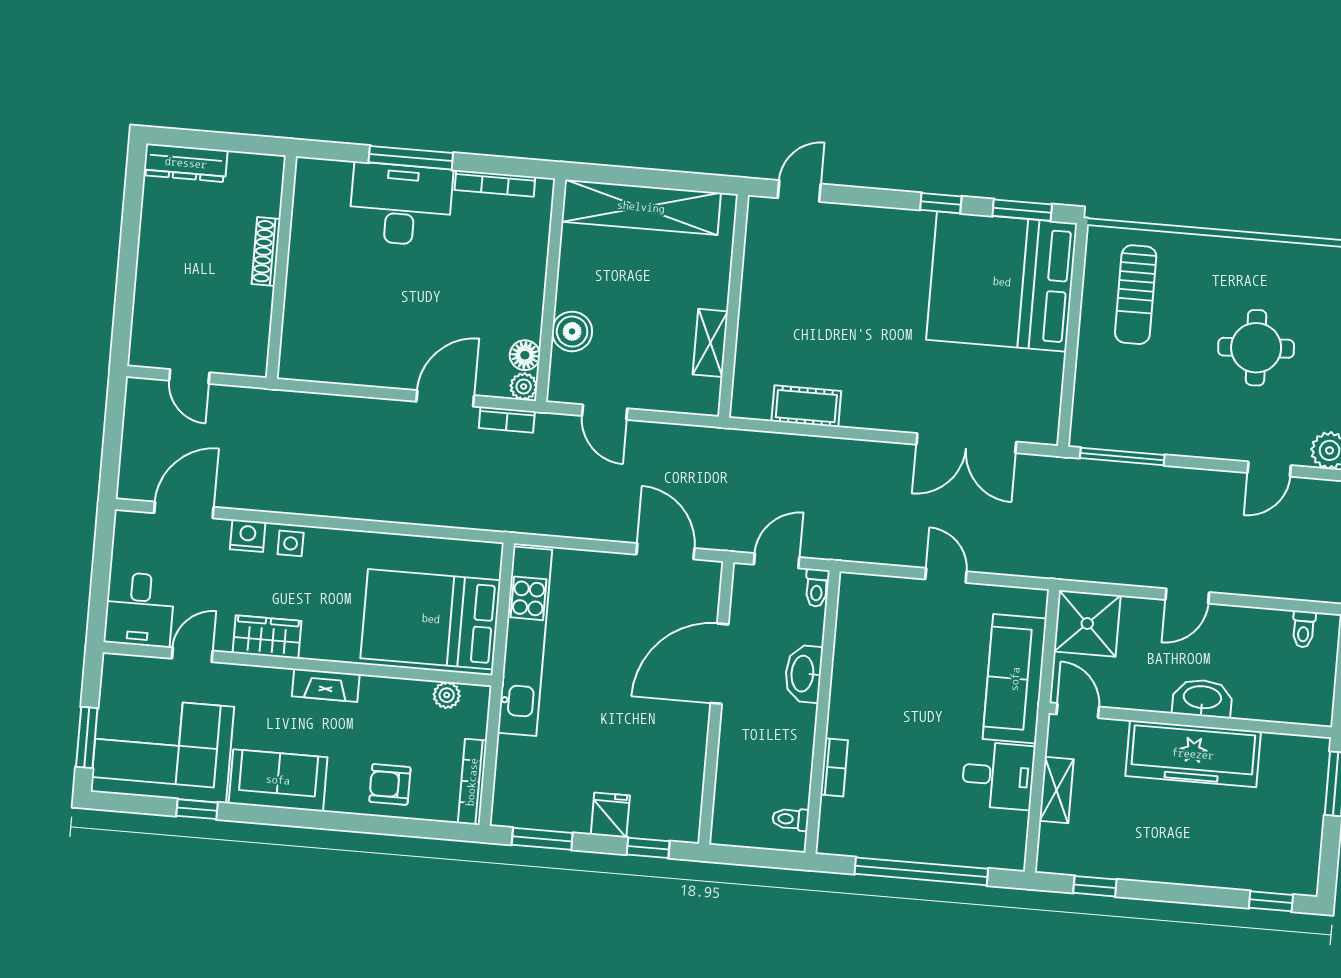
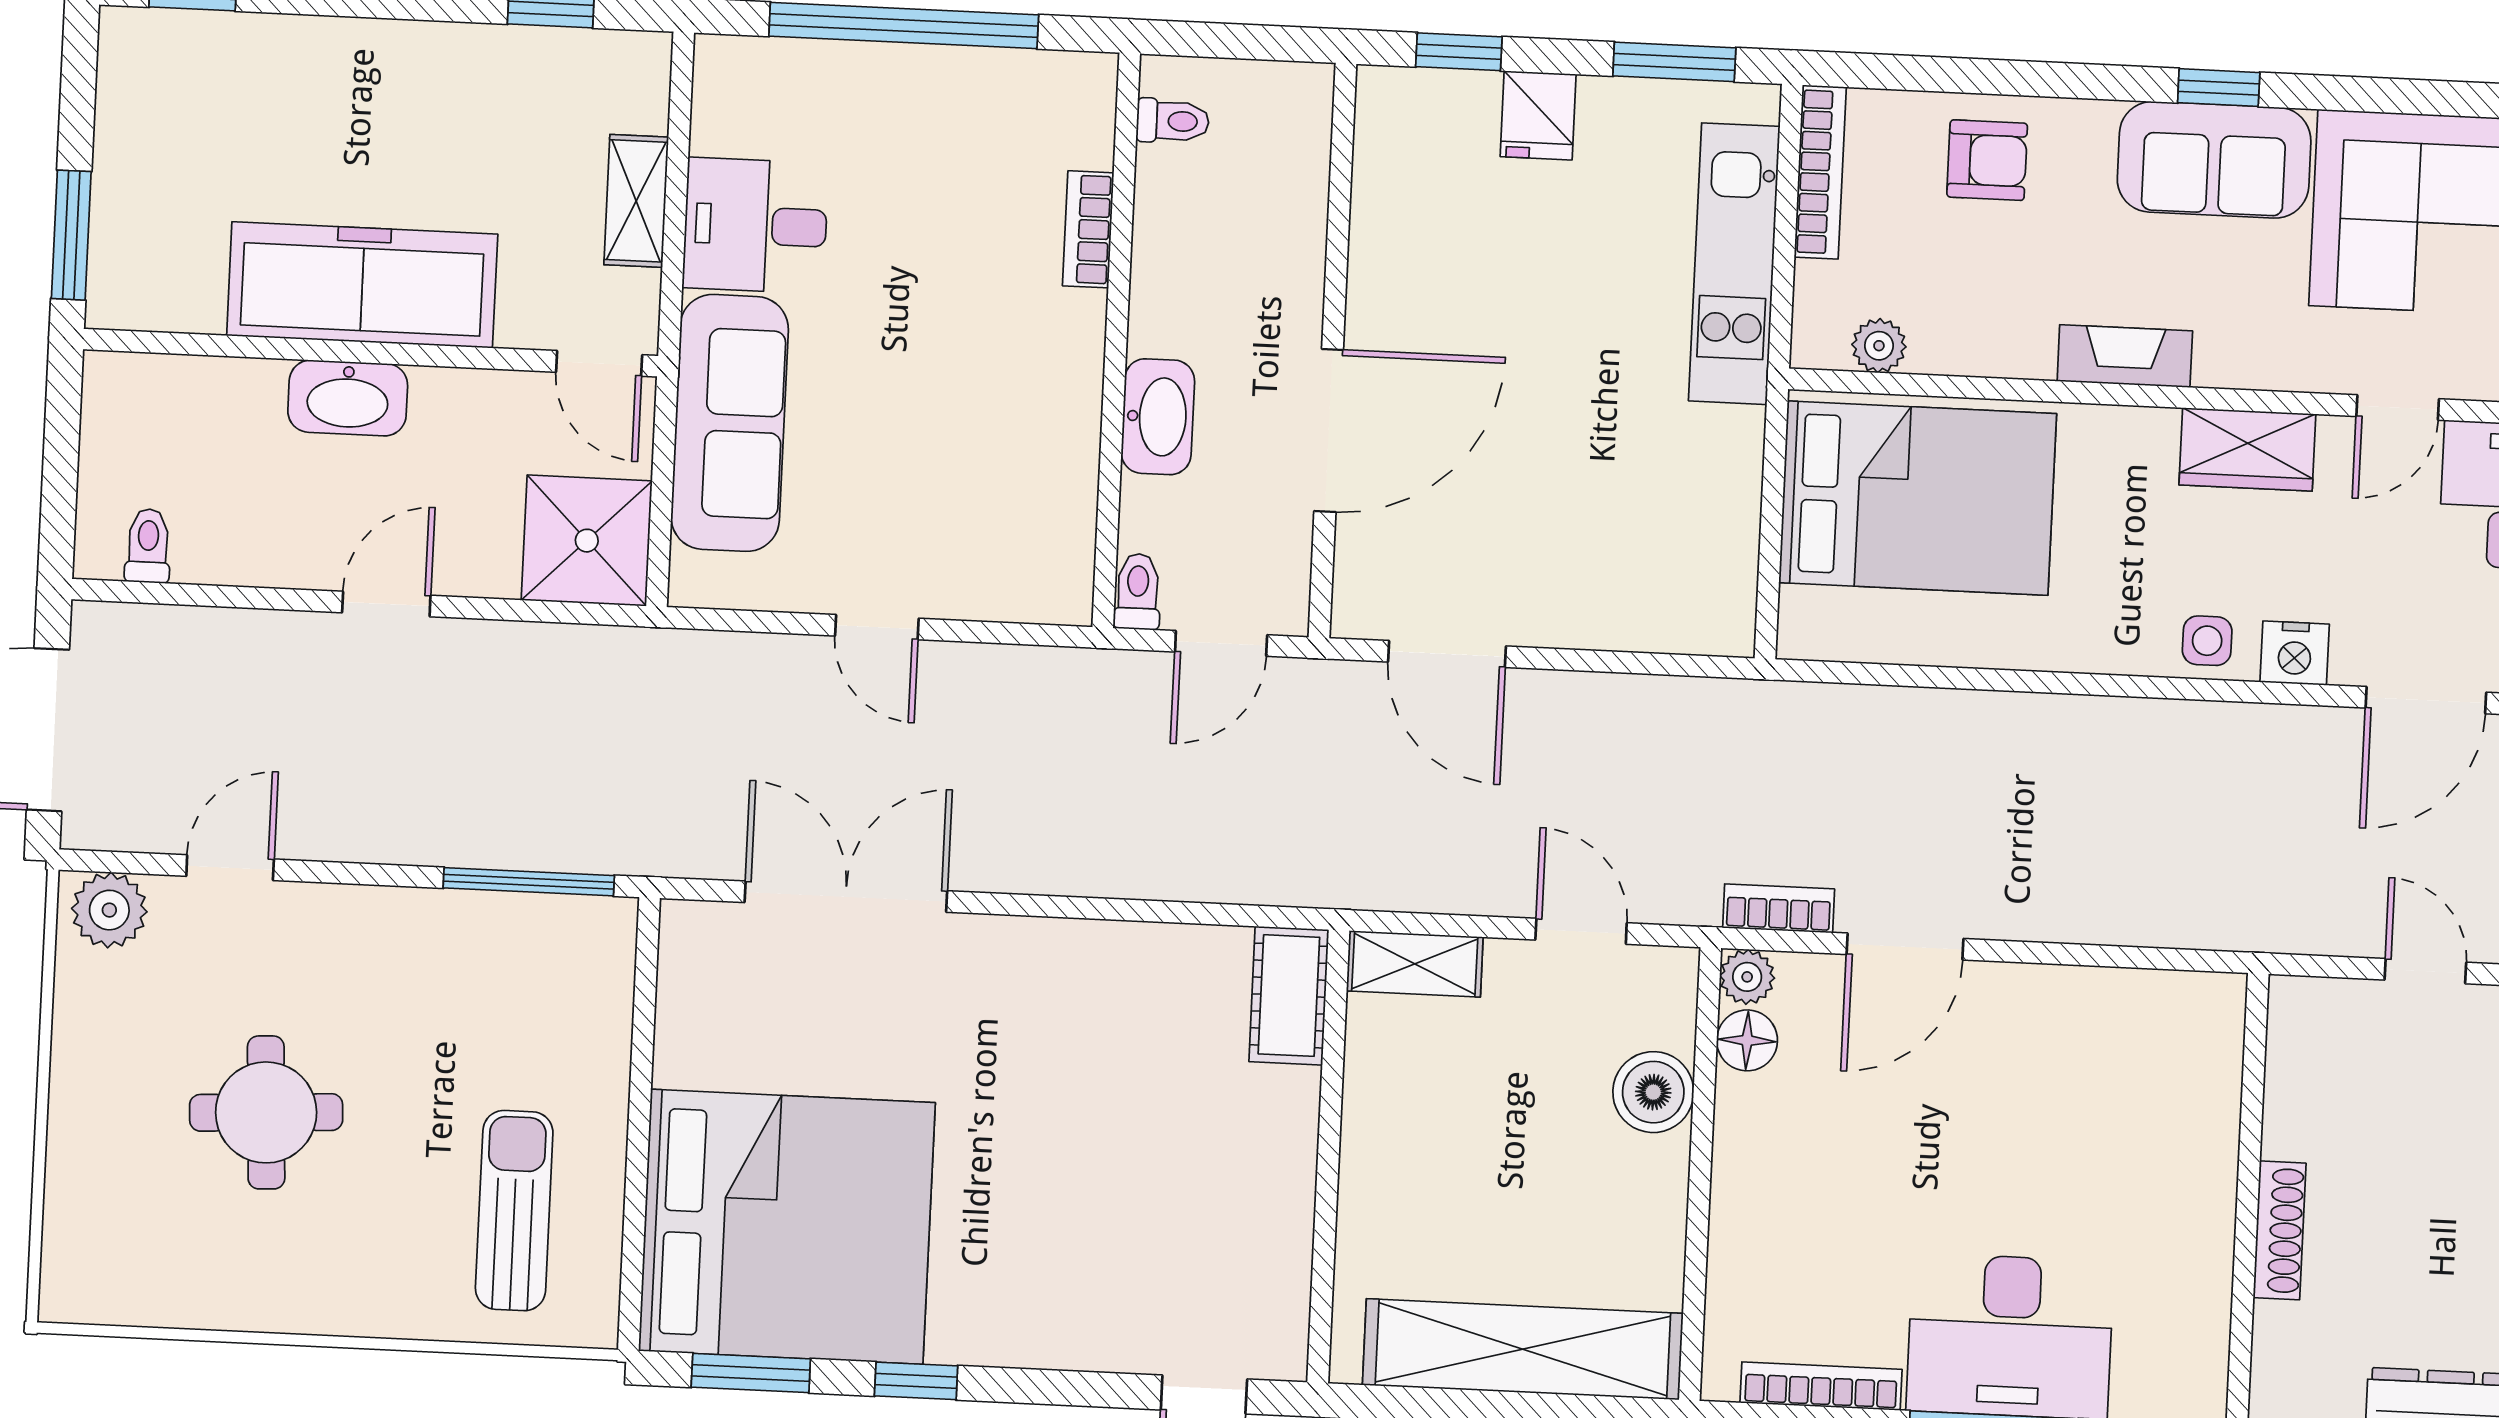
shelving: (710, 343) -> (1415, 964), moved, turned 90
cot: (806, 406) -> (1289, 996), moved, turned 90
kitchen unit: (525, 641) -> (1734, 264), moved, width x0.73
window: (197, 809) -> (2219, 88), moved

